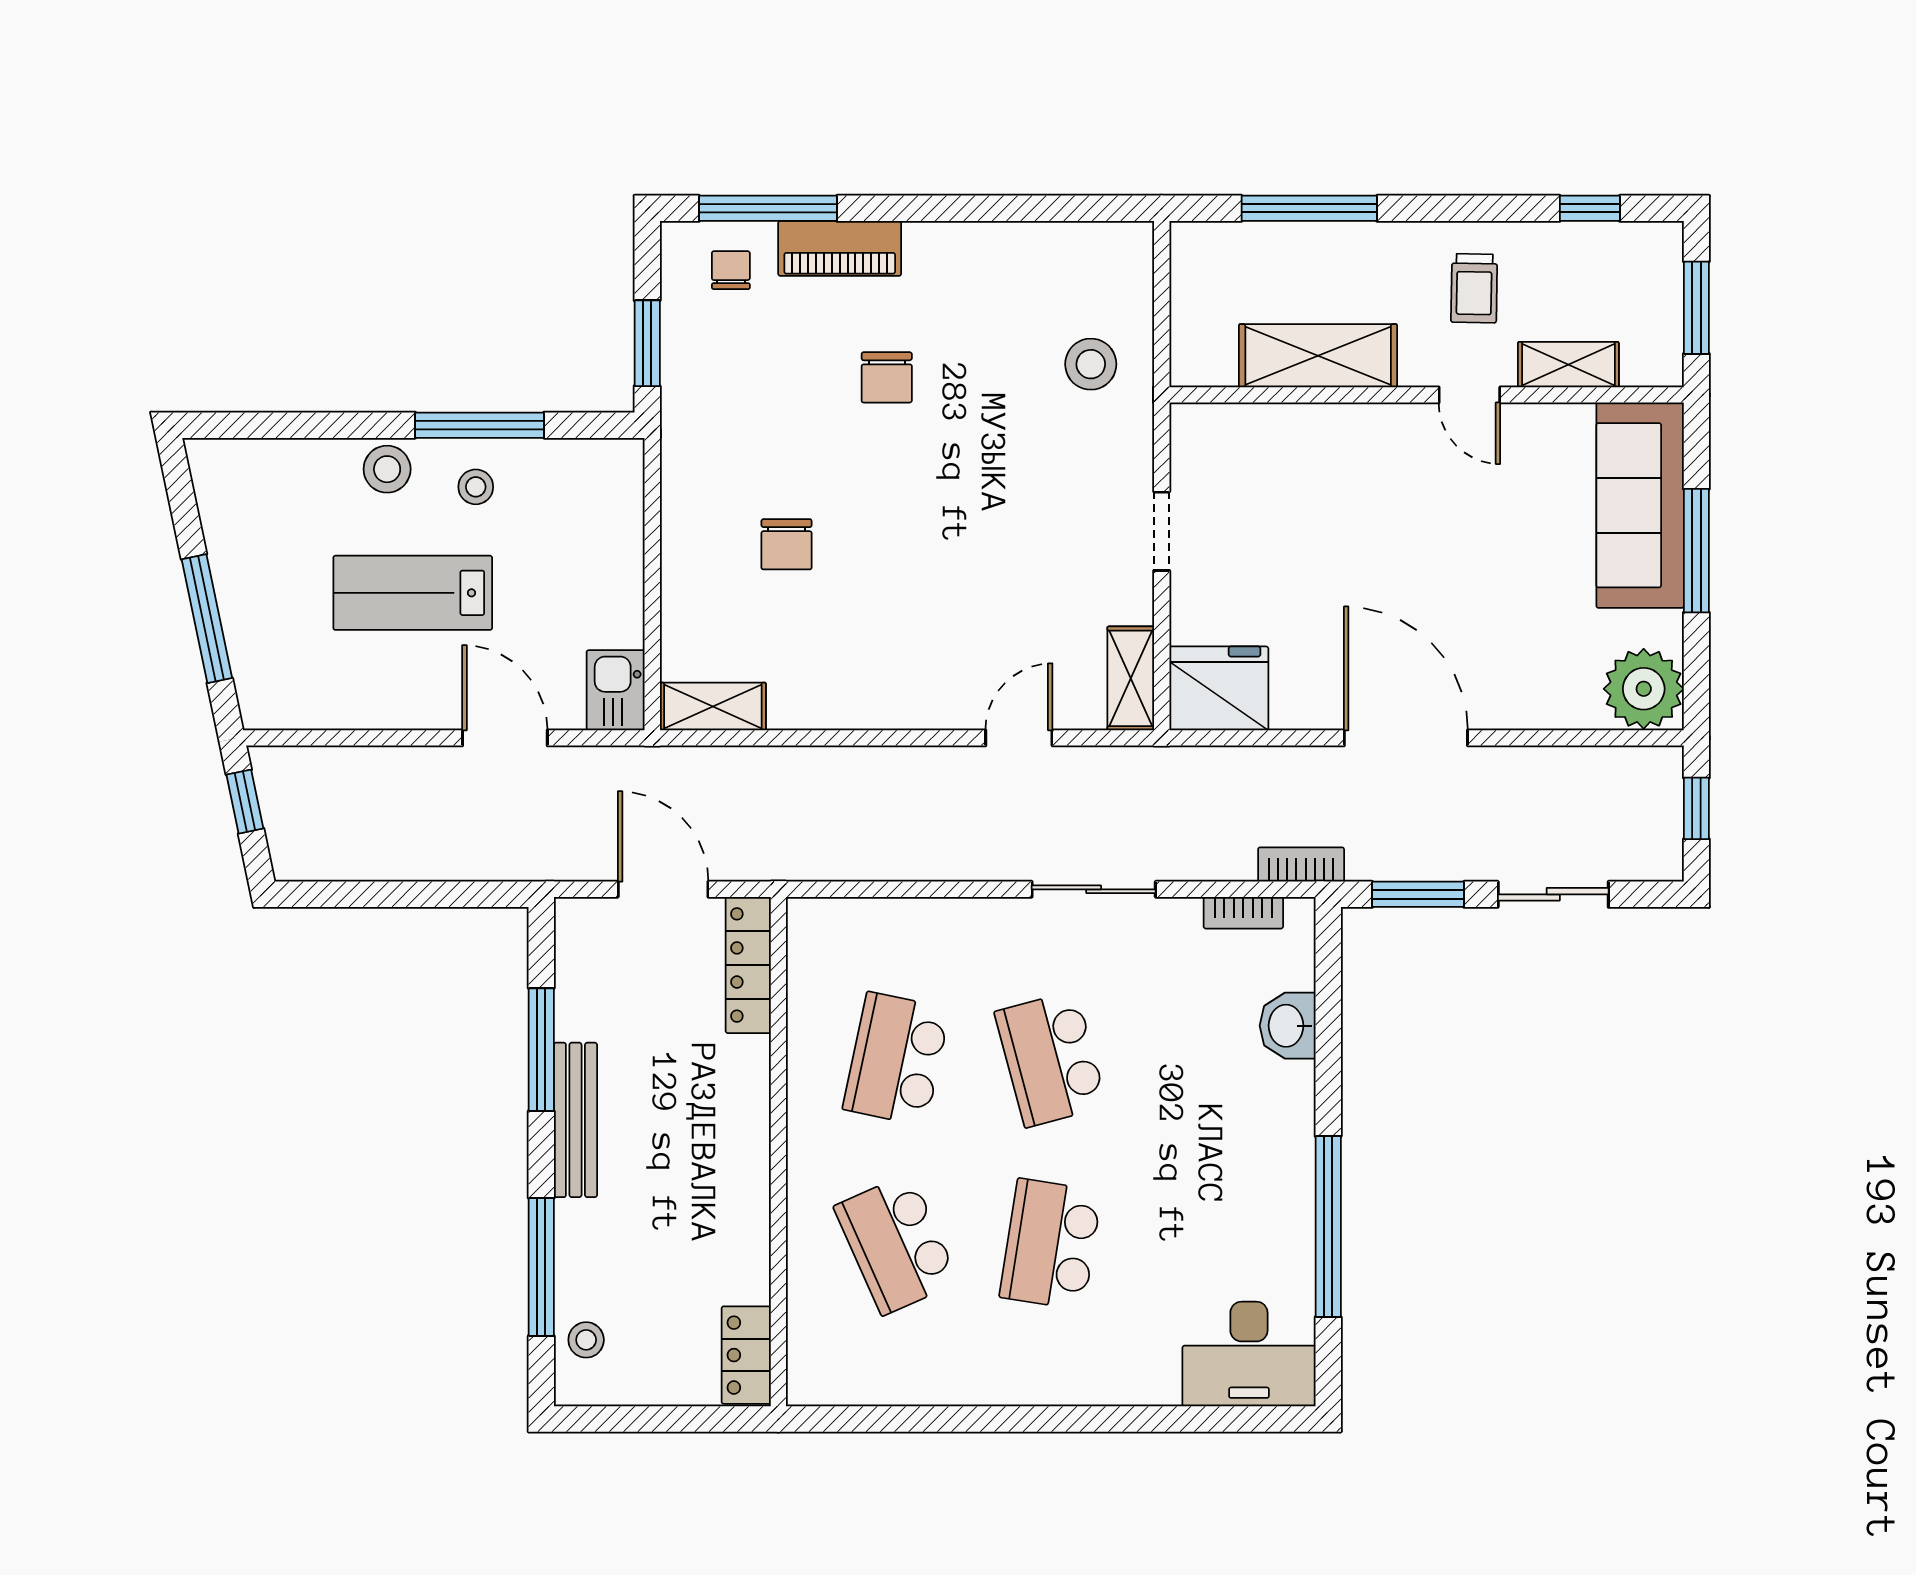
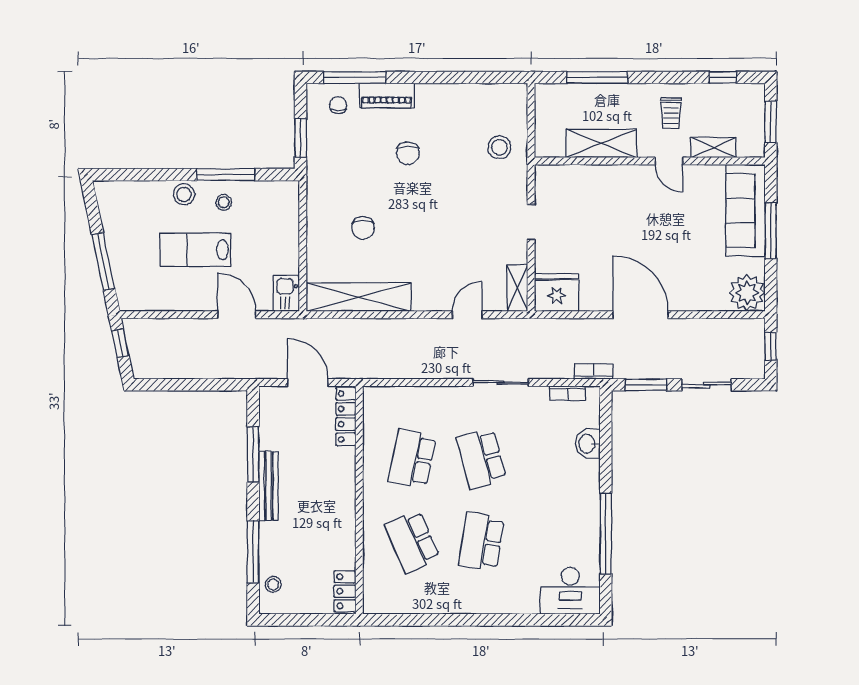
shelving: (713, 706) -> (359, 297), width x2.20, depth x1.33

